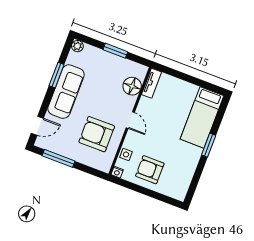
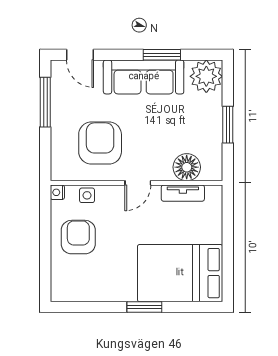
plant: (77, 46) -> (206, 76), width x1.87, depth x1.87
tv unit: (152, 83) -> (183, 193), moved
bed: (202, 117) -> (180, 273), width x1.50

